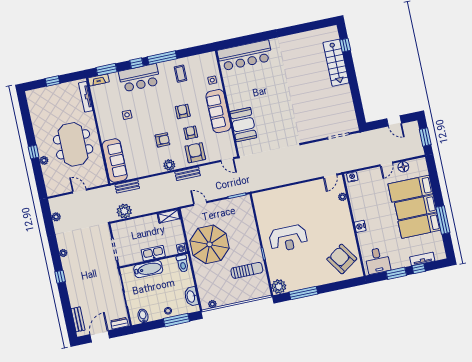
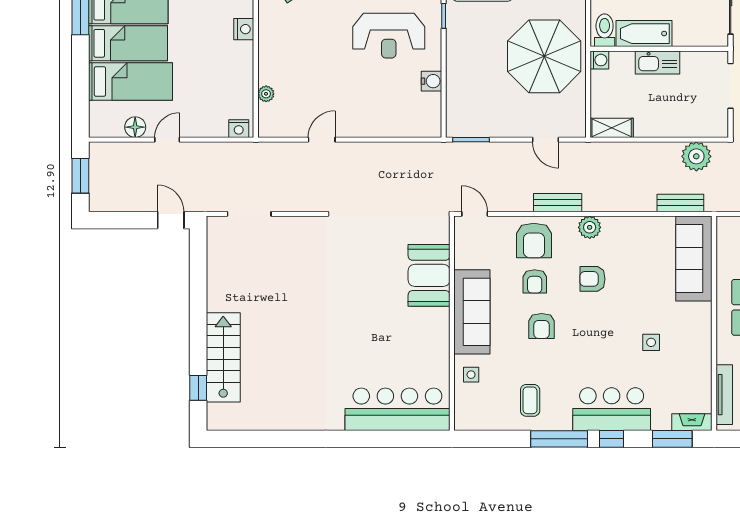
door: (394, 121) -> (171, 220), moved
door: (330, 176) -> (322, 140), moved
water cooler: (262, 220) -> (432, 81), added
reception desk: (288, 238) -> (389, 36), turned 180
bathtub: (148, 269) -> (644, 34), moved

